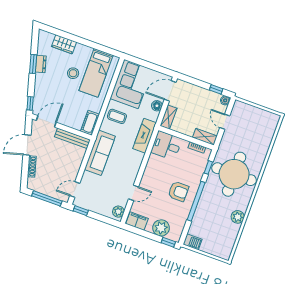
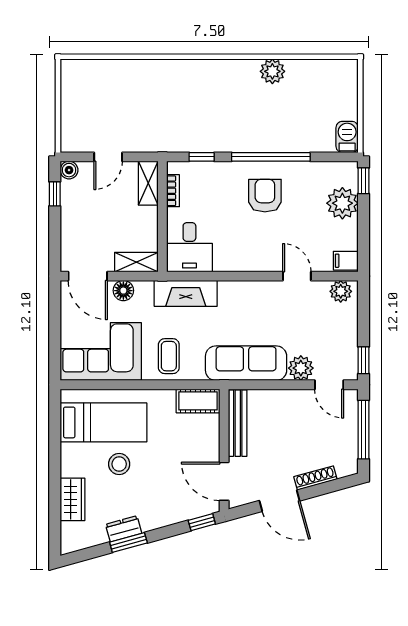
round table: (234, 174) -> (197, 106), removed
plant: (88, 179) -> (301, 368), added
filing cabinet: (137, 221) -> (346, 261), width x0.50

